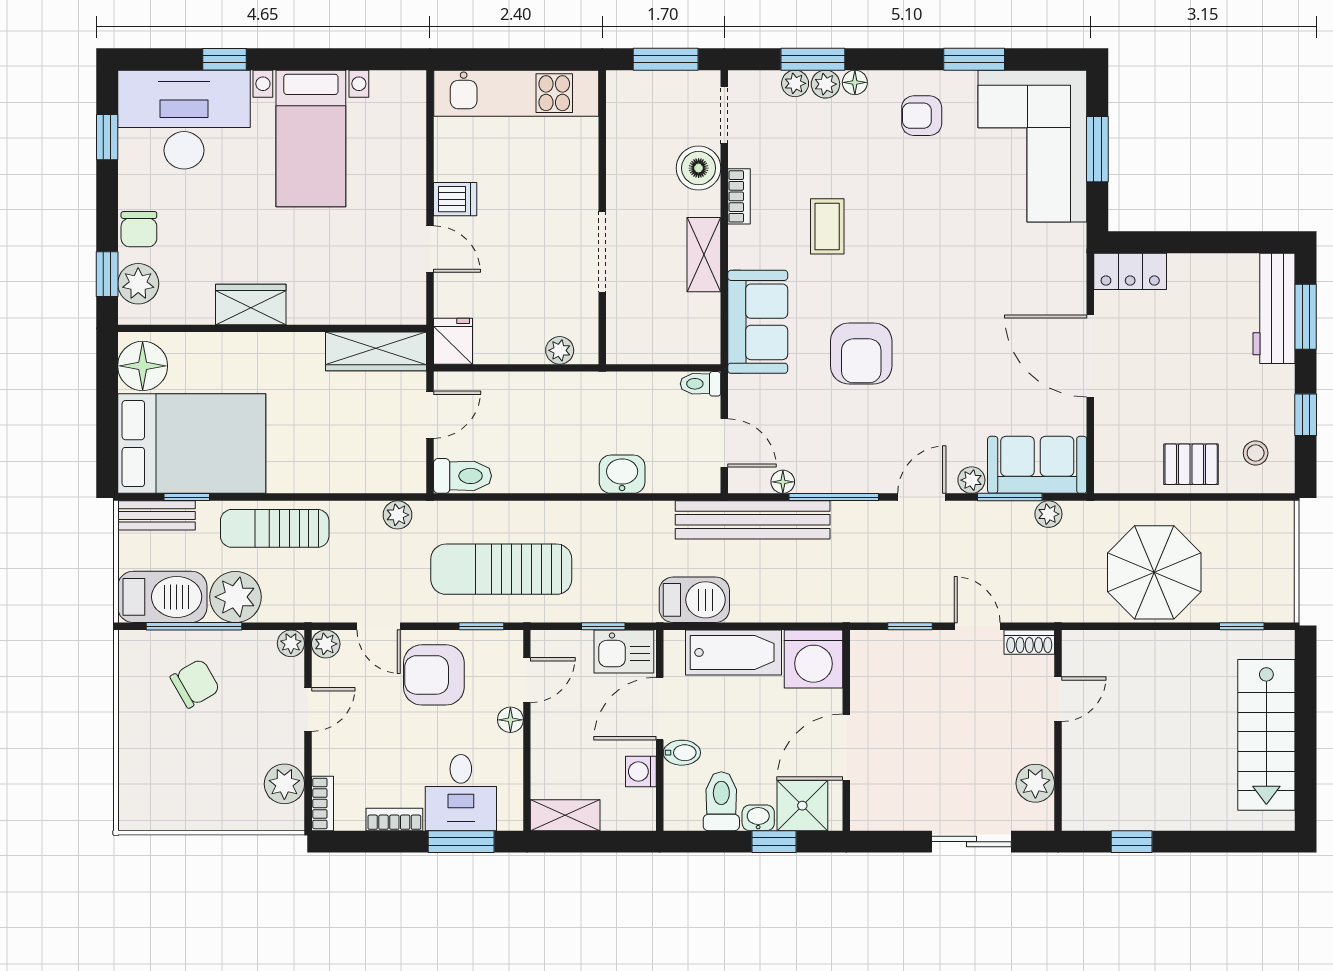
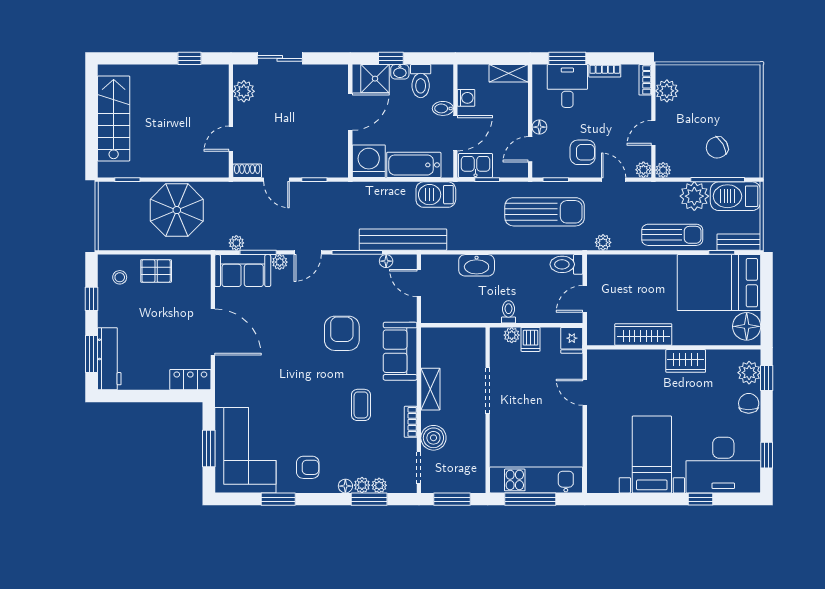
window: (527, 59) -> (530, 499), added
dishwasher: (455, 199) -> (531, 339), moved, turned -90
wardrobe: (376, 351) -> (643, 334), moved
toilet: (701, 384) -> (508, 312), moved, turned -90
washbasin: (622, 474) -> (477, 265), width x1.38
armchair: (434, 675) -> (583, 152), width x0.72, depth x0.72

